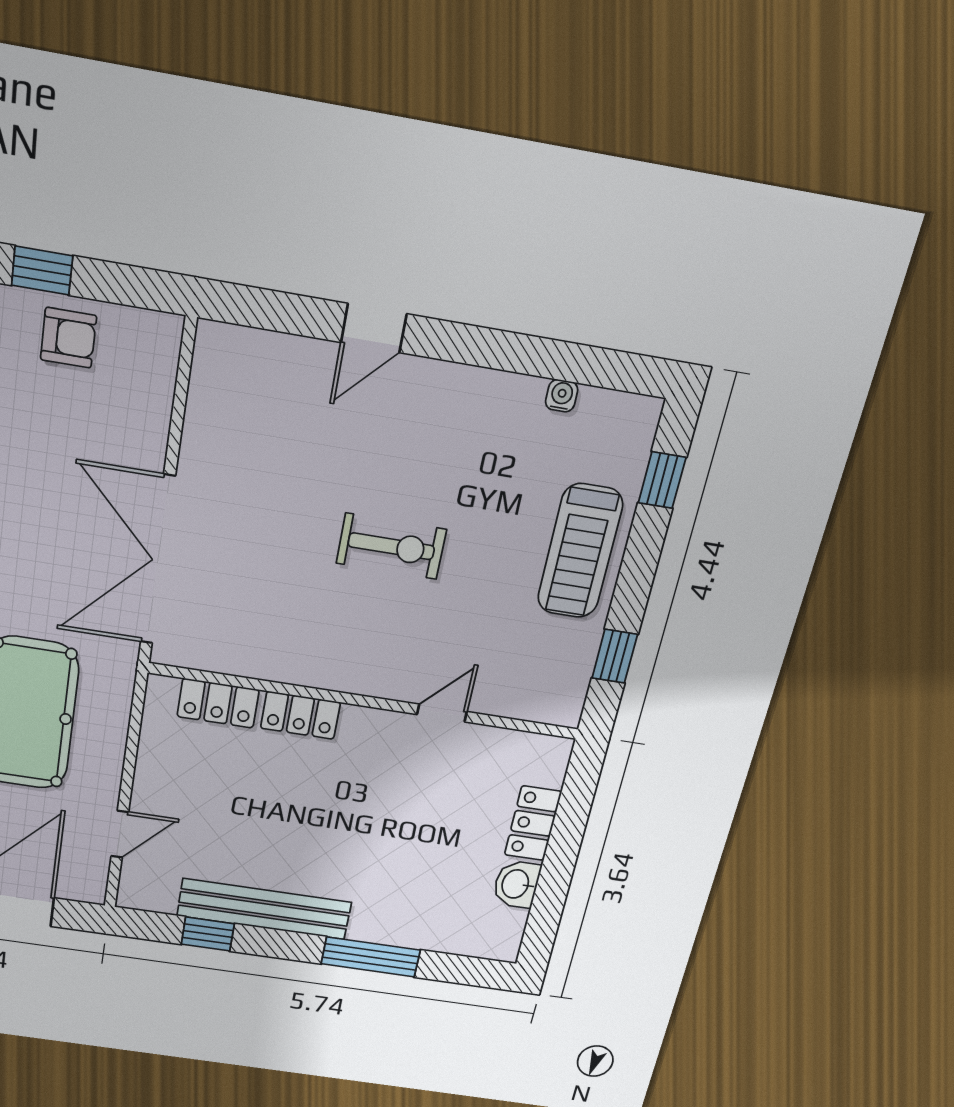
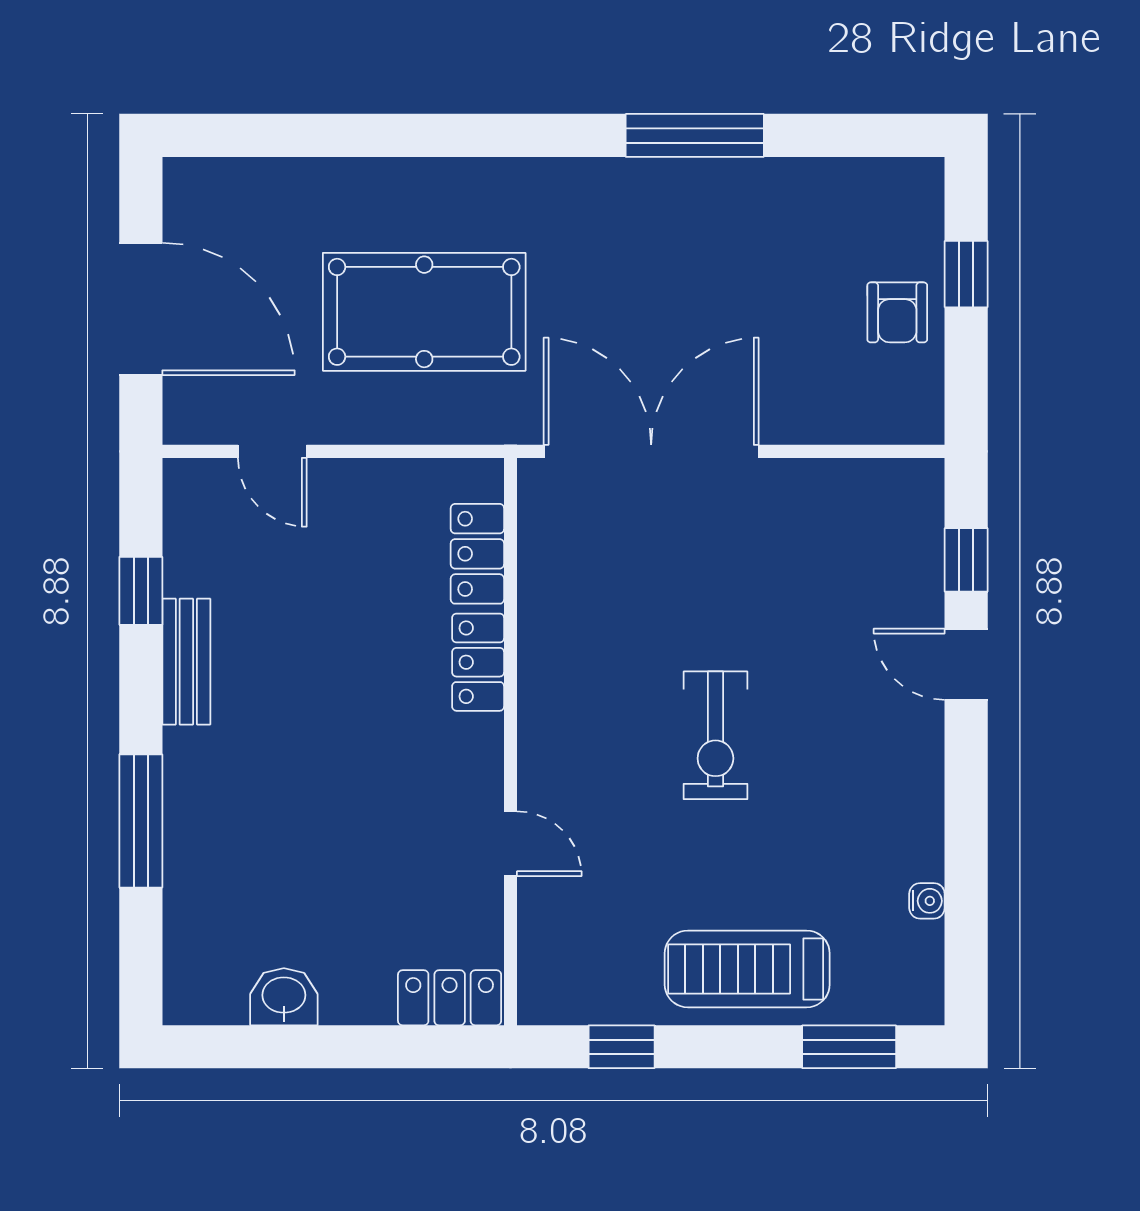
window: (286, 313) -> (966, 560), added
window: (662, 480) -> (849, 1047), width x1.50
locker: (533, 823) -> (450, 998), moved
bench: (264, 909) -> (186, 662), width x0.54, depth x0.82

